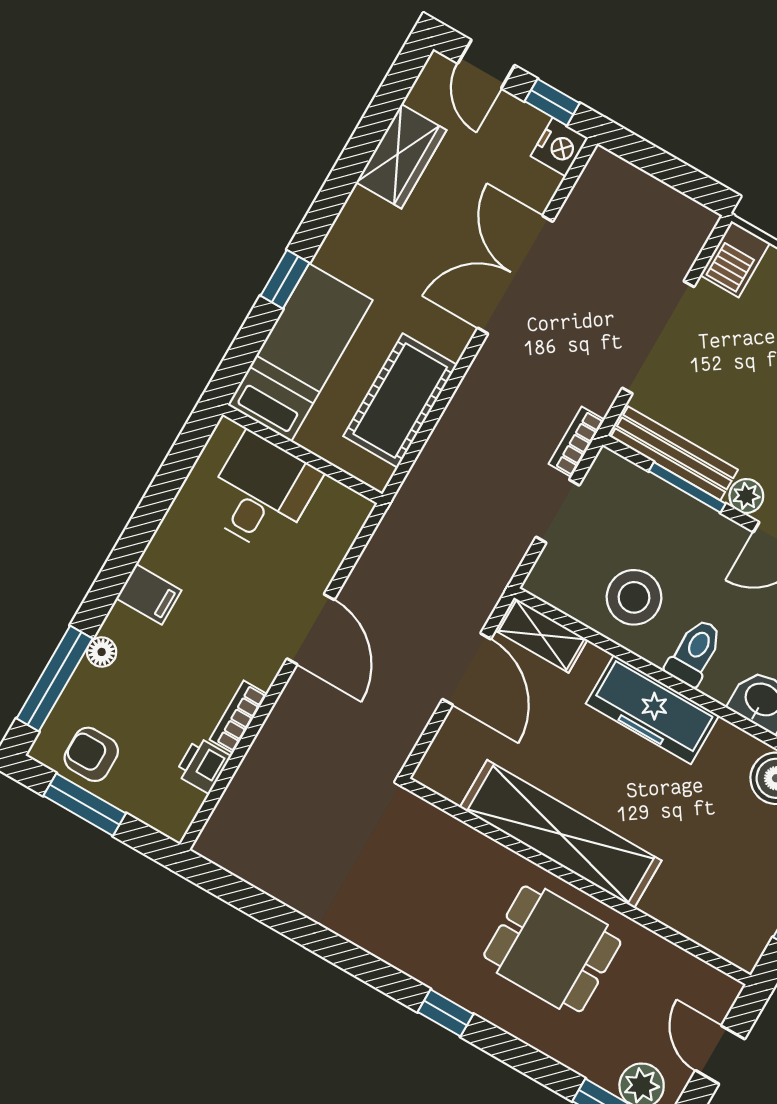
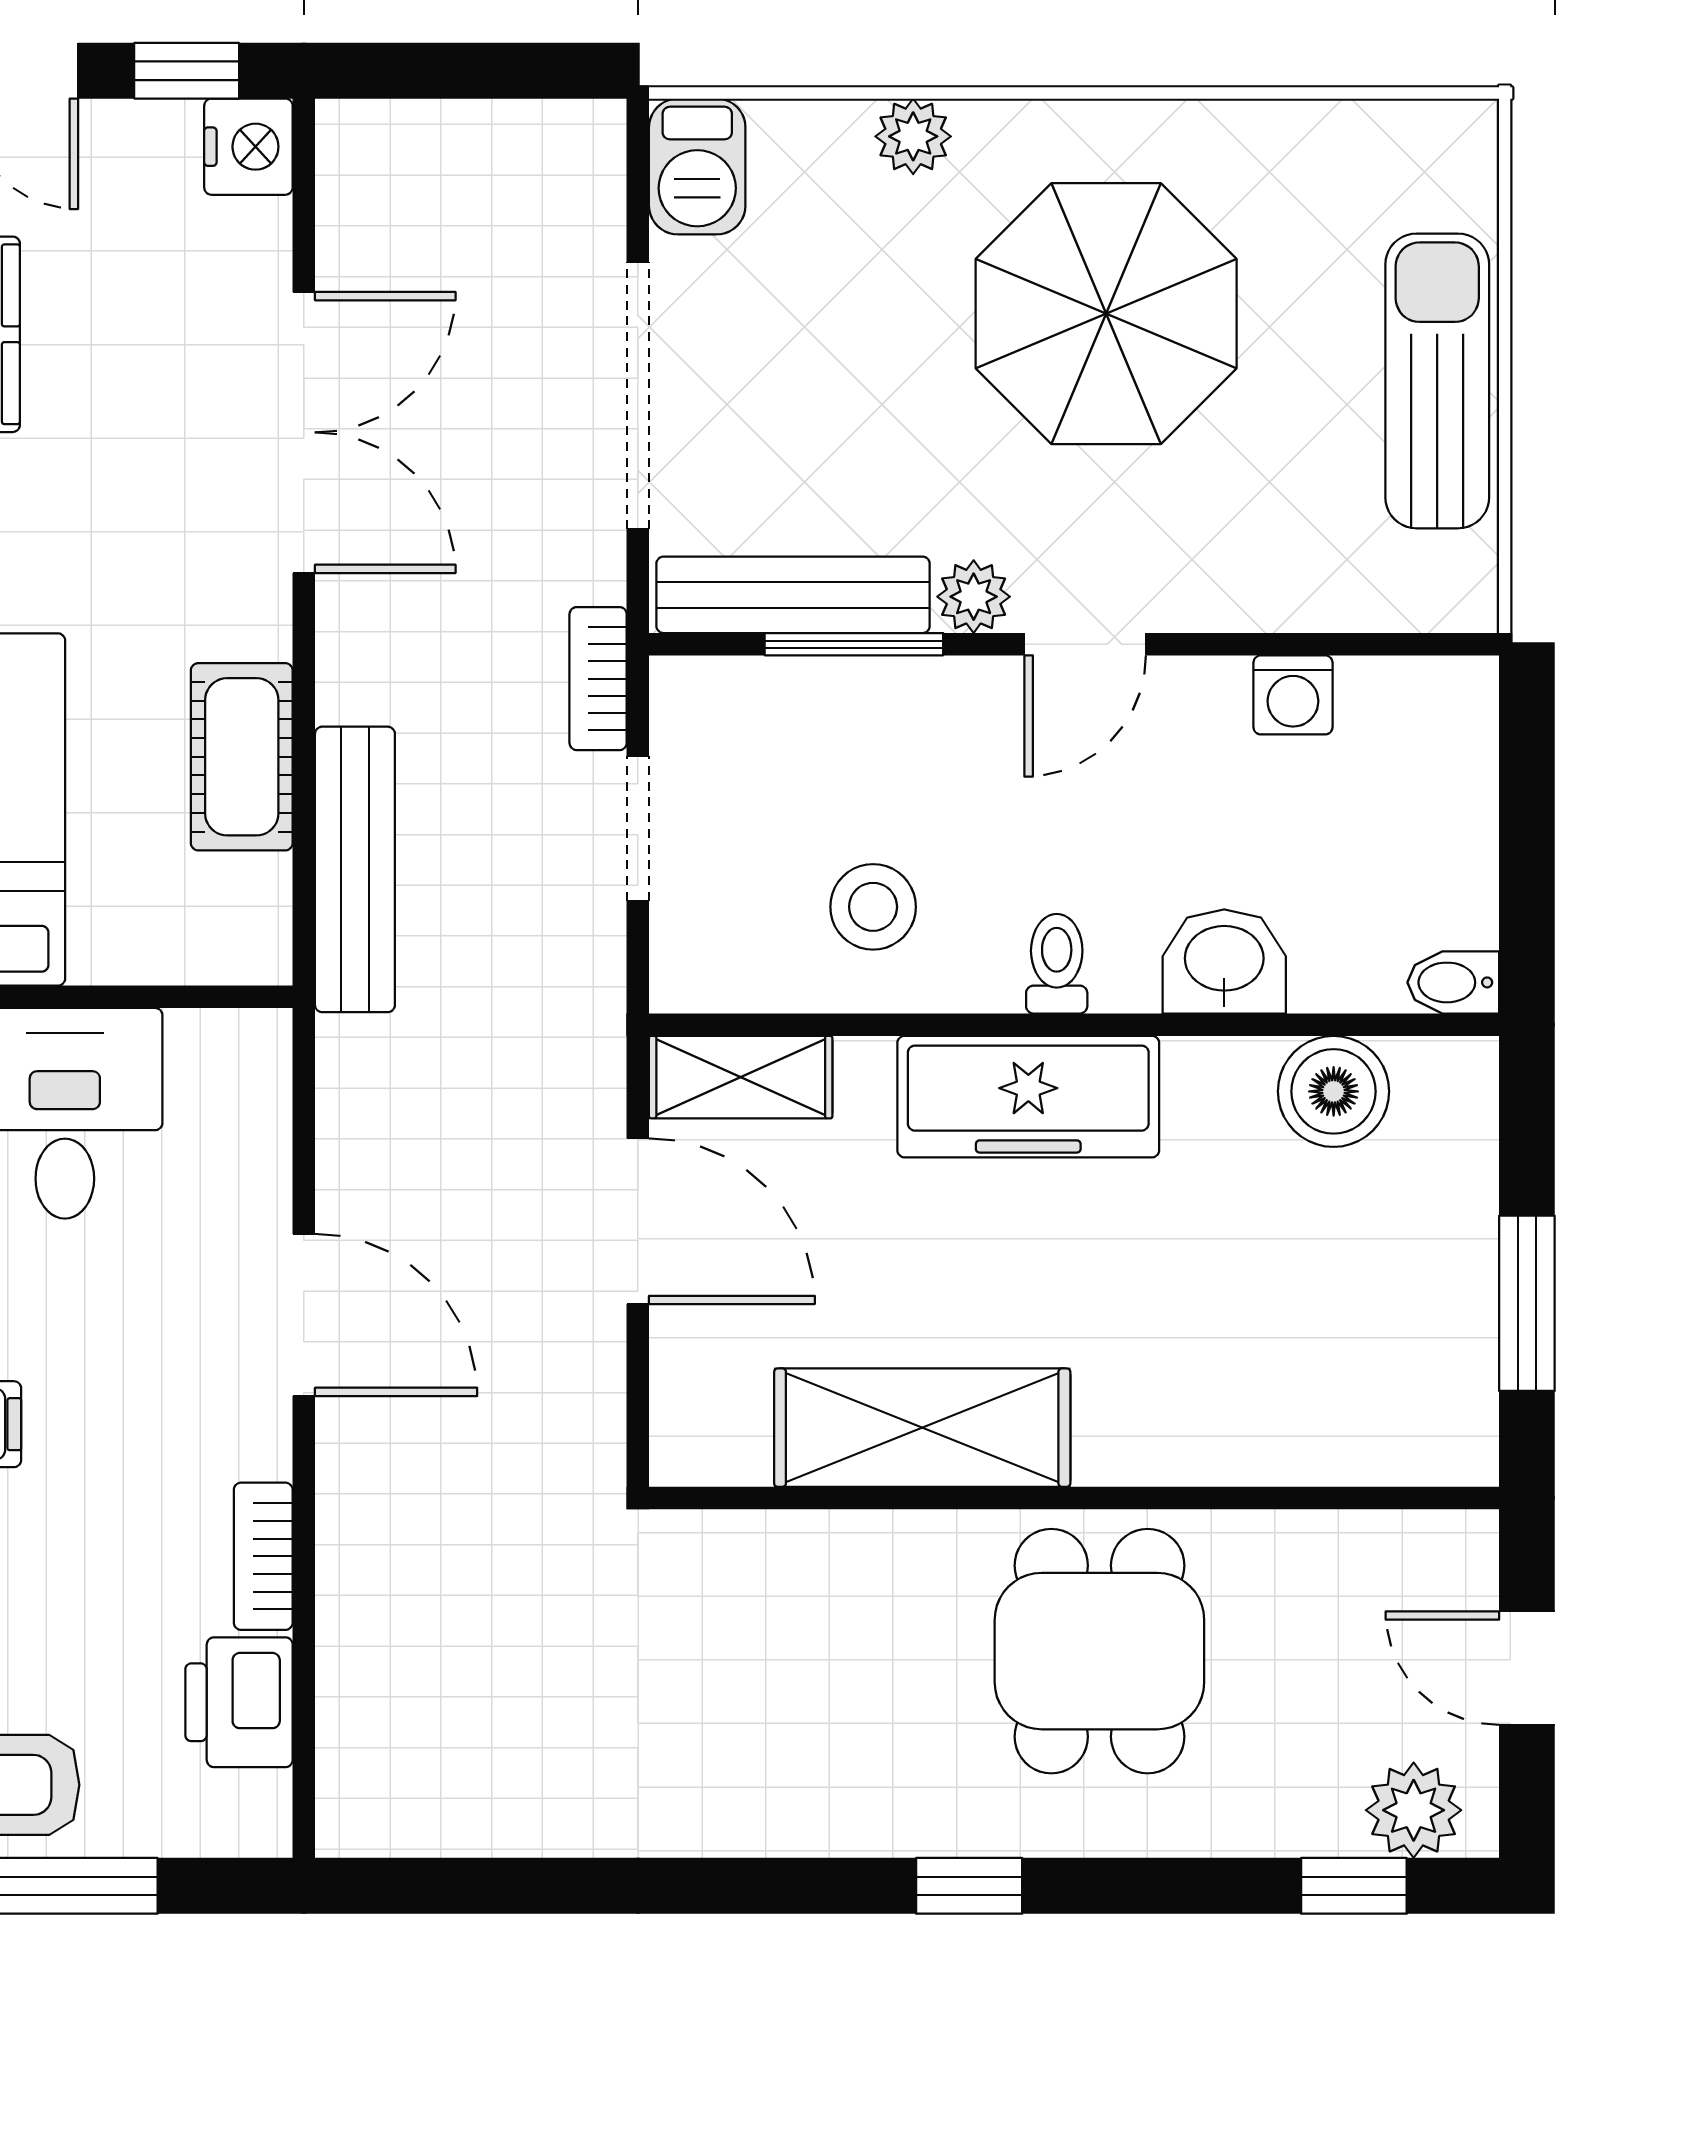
double door: (515, 275) -> (304, 432), swing flipped
cot: (400, 400) -> (242, 757), width x0.73, depth x0.75
bench: (434, 462) -> (355, 869), added
stool: (634, 597) -> (873, 907), width x0.73, depth x0.73
toilet: (694, 652) -> (1057, 964), width x0.73, depth x0.72
printer: (203, 765) -> (239, 1702), width x1.36, depth x1.24
shelving: (561, 834) -> (922, 1428), width x0.68
dining table: (552, 949) -> (1099, 1651), turned 90

